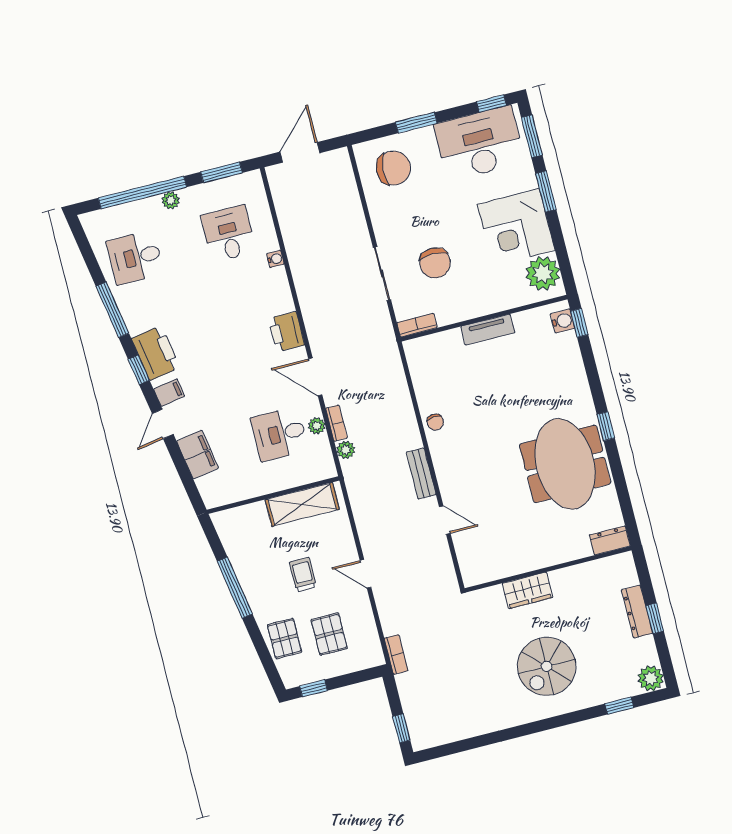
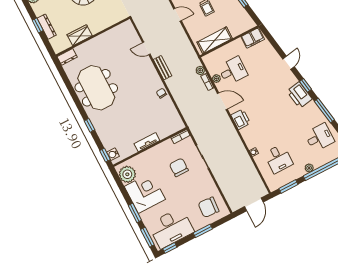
filing cabinet: (169, 393) -> (289, 78), removed
window: (606, 426) -> (89, 125), moved
filing cabinet: (197, 455) -> (253, 38), moved, turned -81
wardrobe: (528, 590) -> (80, 35), moved

